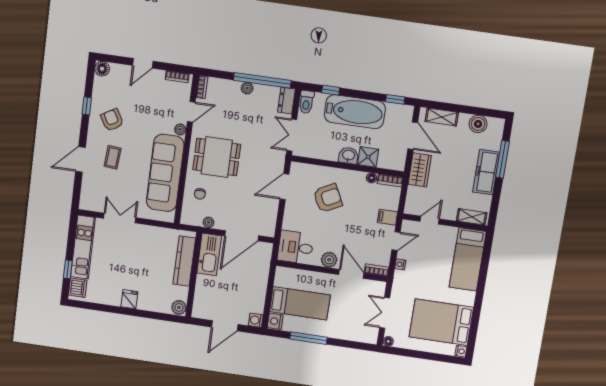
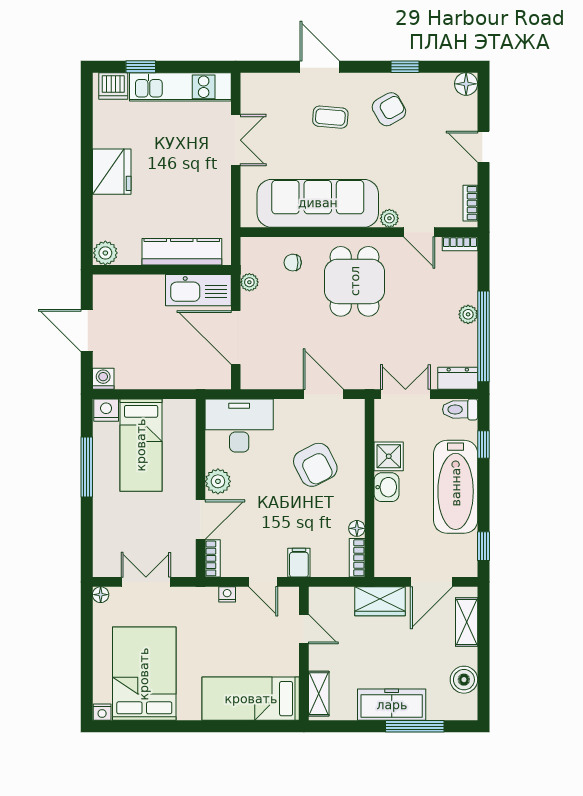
shower: (368, 157) -> (389, 456), moved
desk: (296, 247) -> (239, 425), width x1.37
fridge: (129, 299) -> (112, 172), width x1.88, depth x1.34

